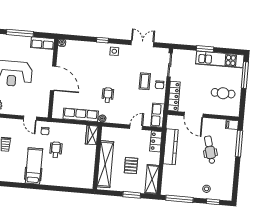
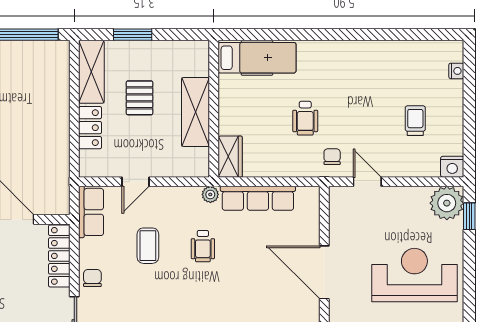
coffee table: (145, 81) -> (148, 246), moved
locker: (156, 141) -> (90, 128), moved
kitchen counter: (171, 147) -> (57, 146), removed
shelving: (105, 164) -> (195, 112), width x0.68
hospital bed: (34, 166) -> (257, 58), moved, turned -90

